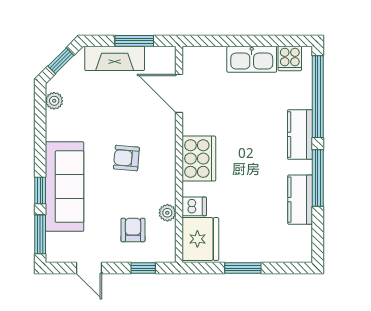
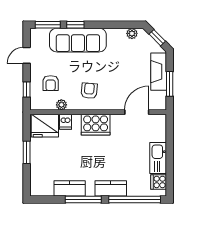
armchair: (126, 158) -> (89, 91), moved
armchair: (133, 230) -> (51, 83), turned 90

